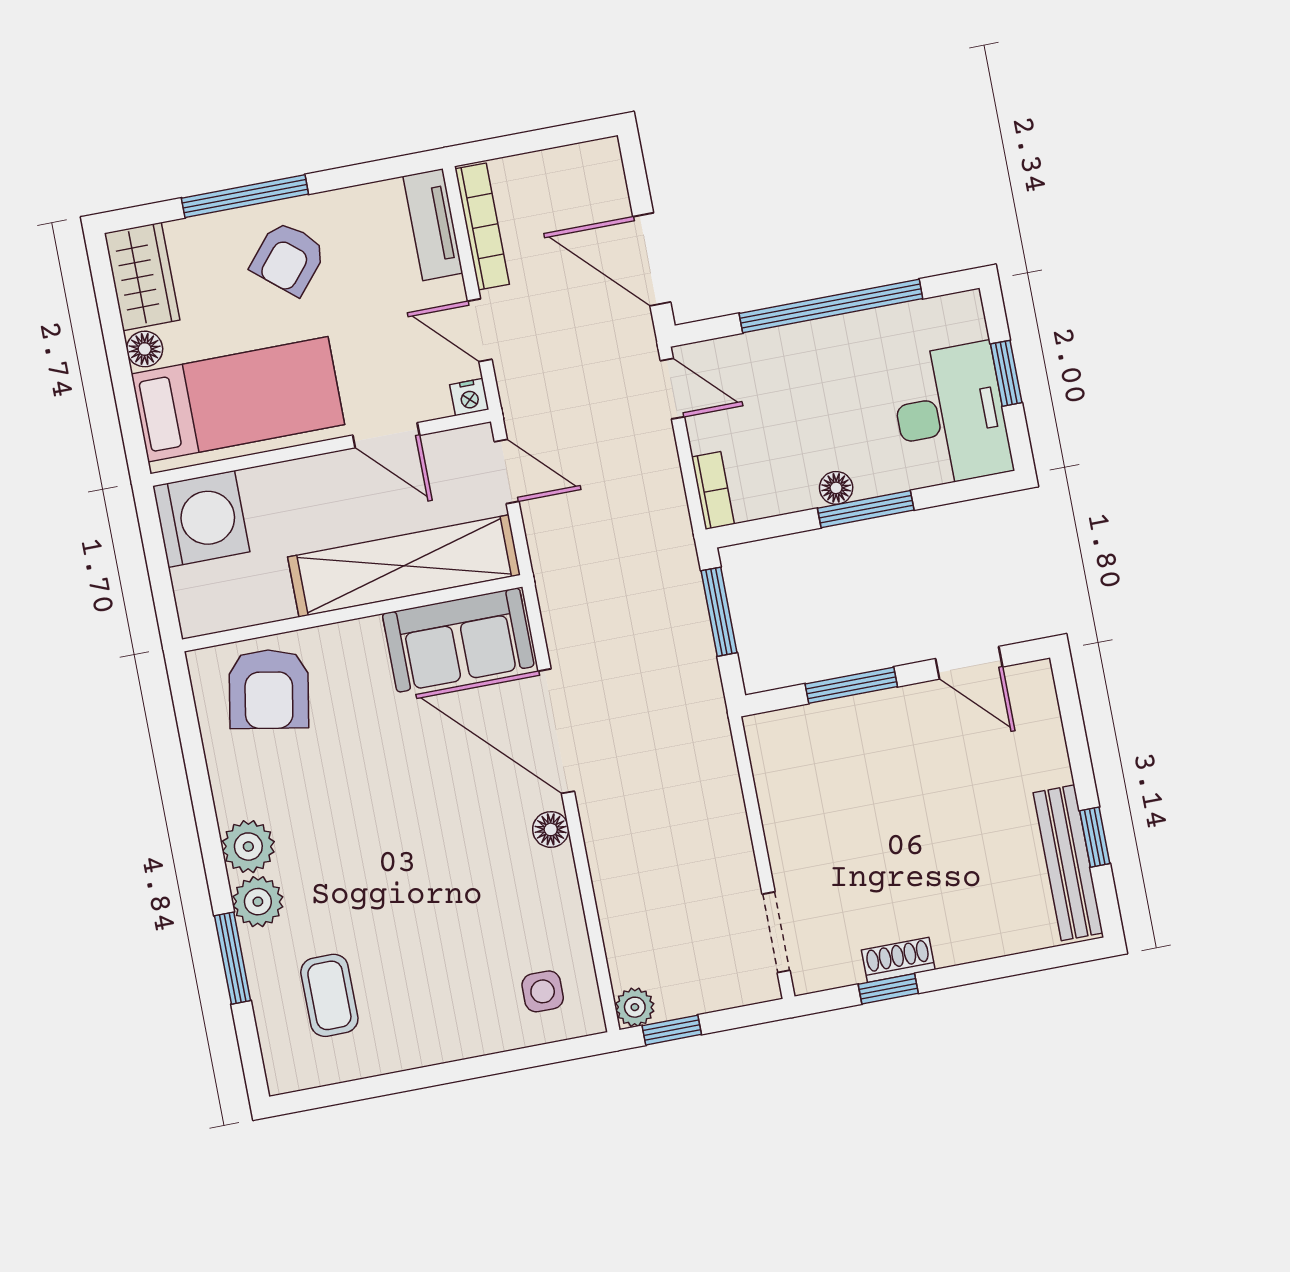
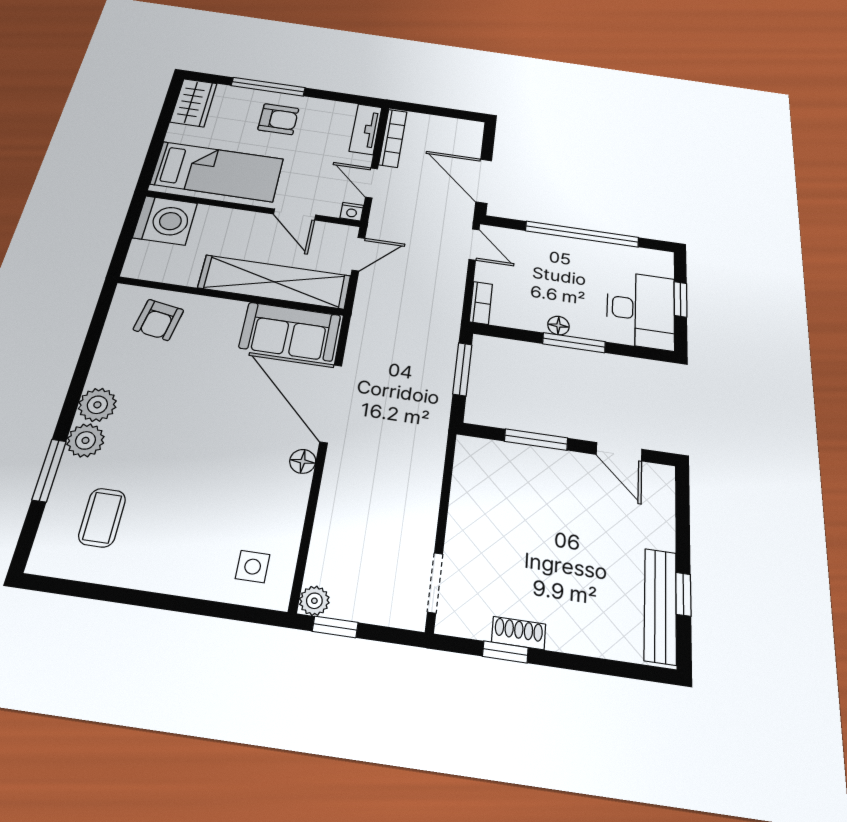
armchair: (288, 258) -> (278, 119), turned -130
floor lamp: (145, 349) -> (177, 133), removed
door: (507, 471) -> (358, 254), hinge flipped
armchair: (269, 689) -> (158, 320), width x0.72, depth x0.72

